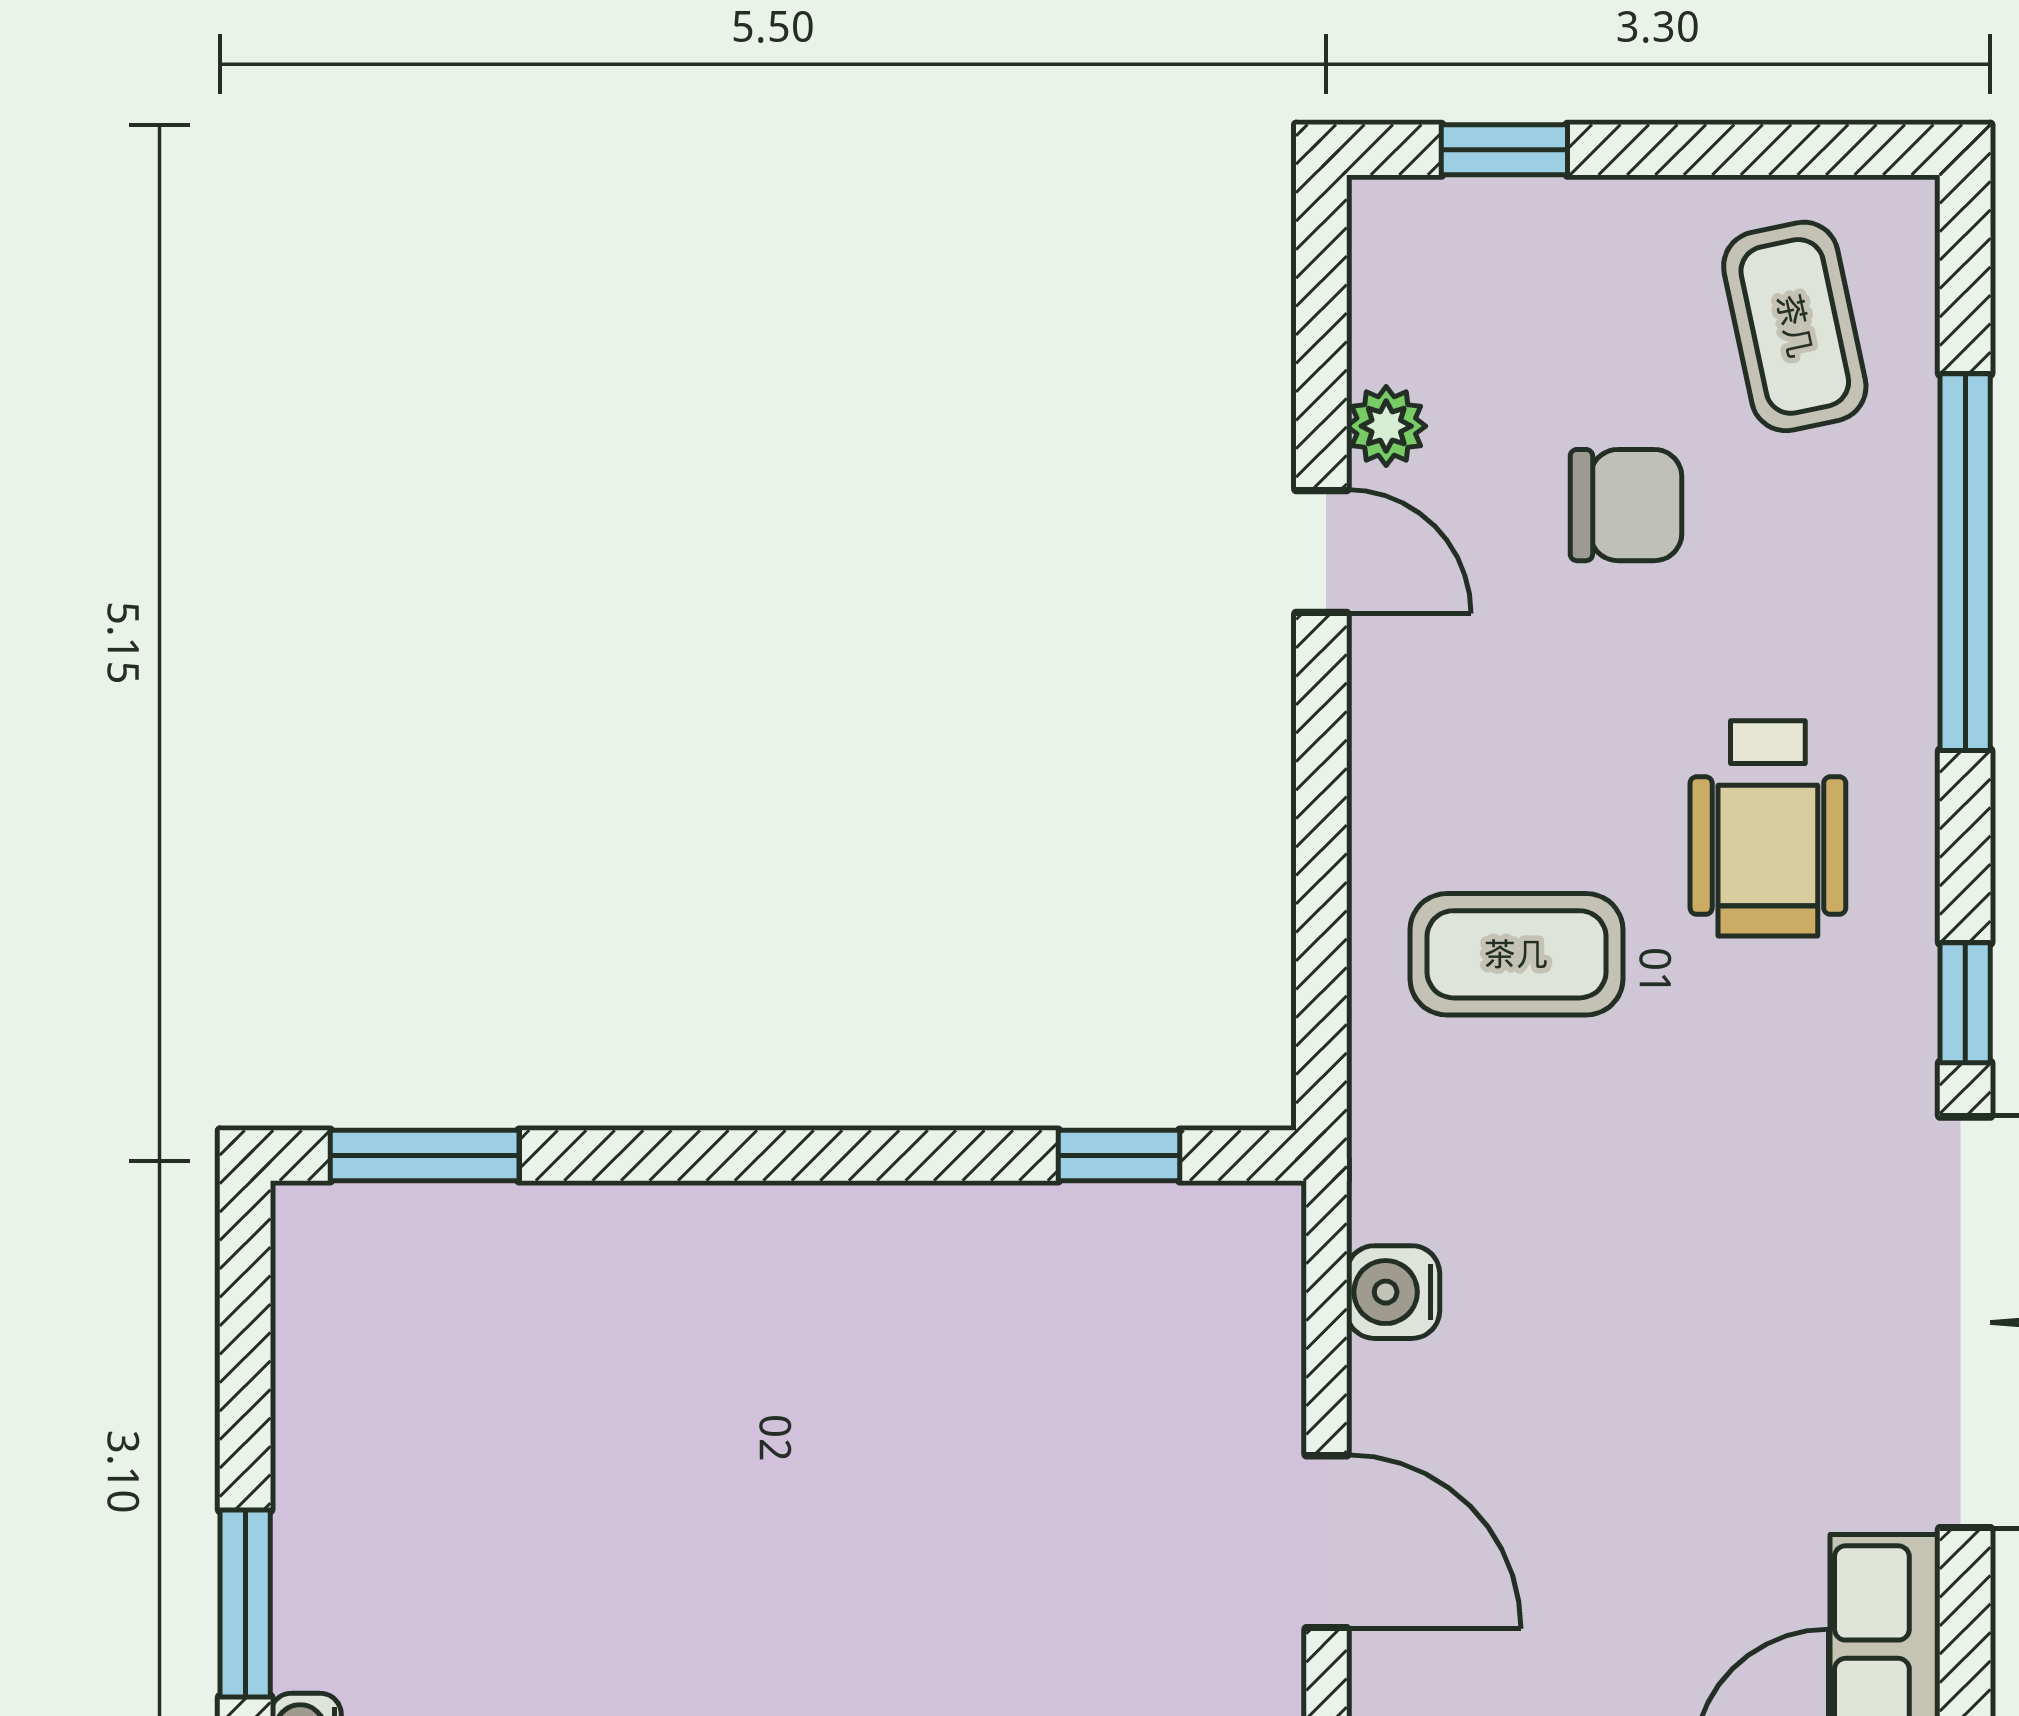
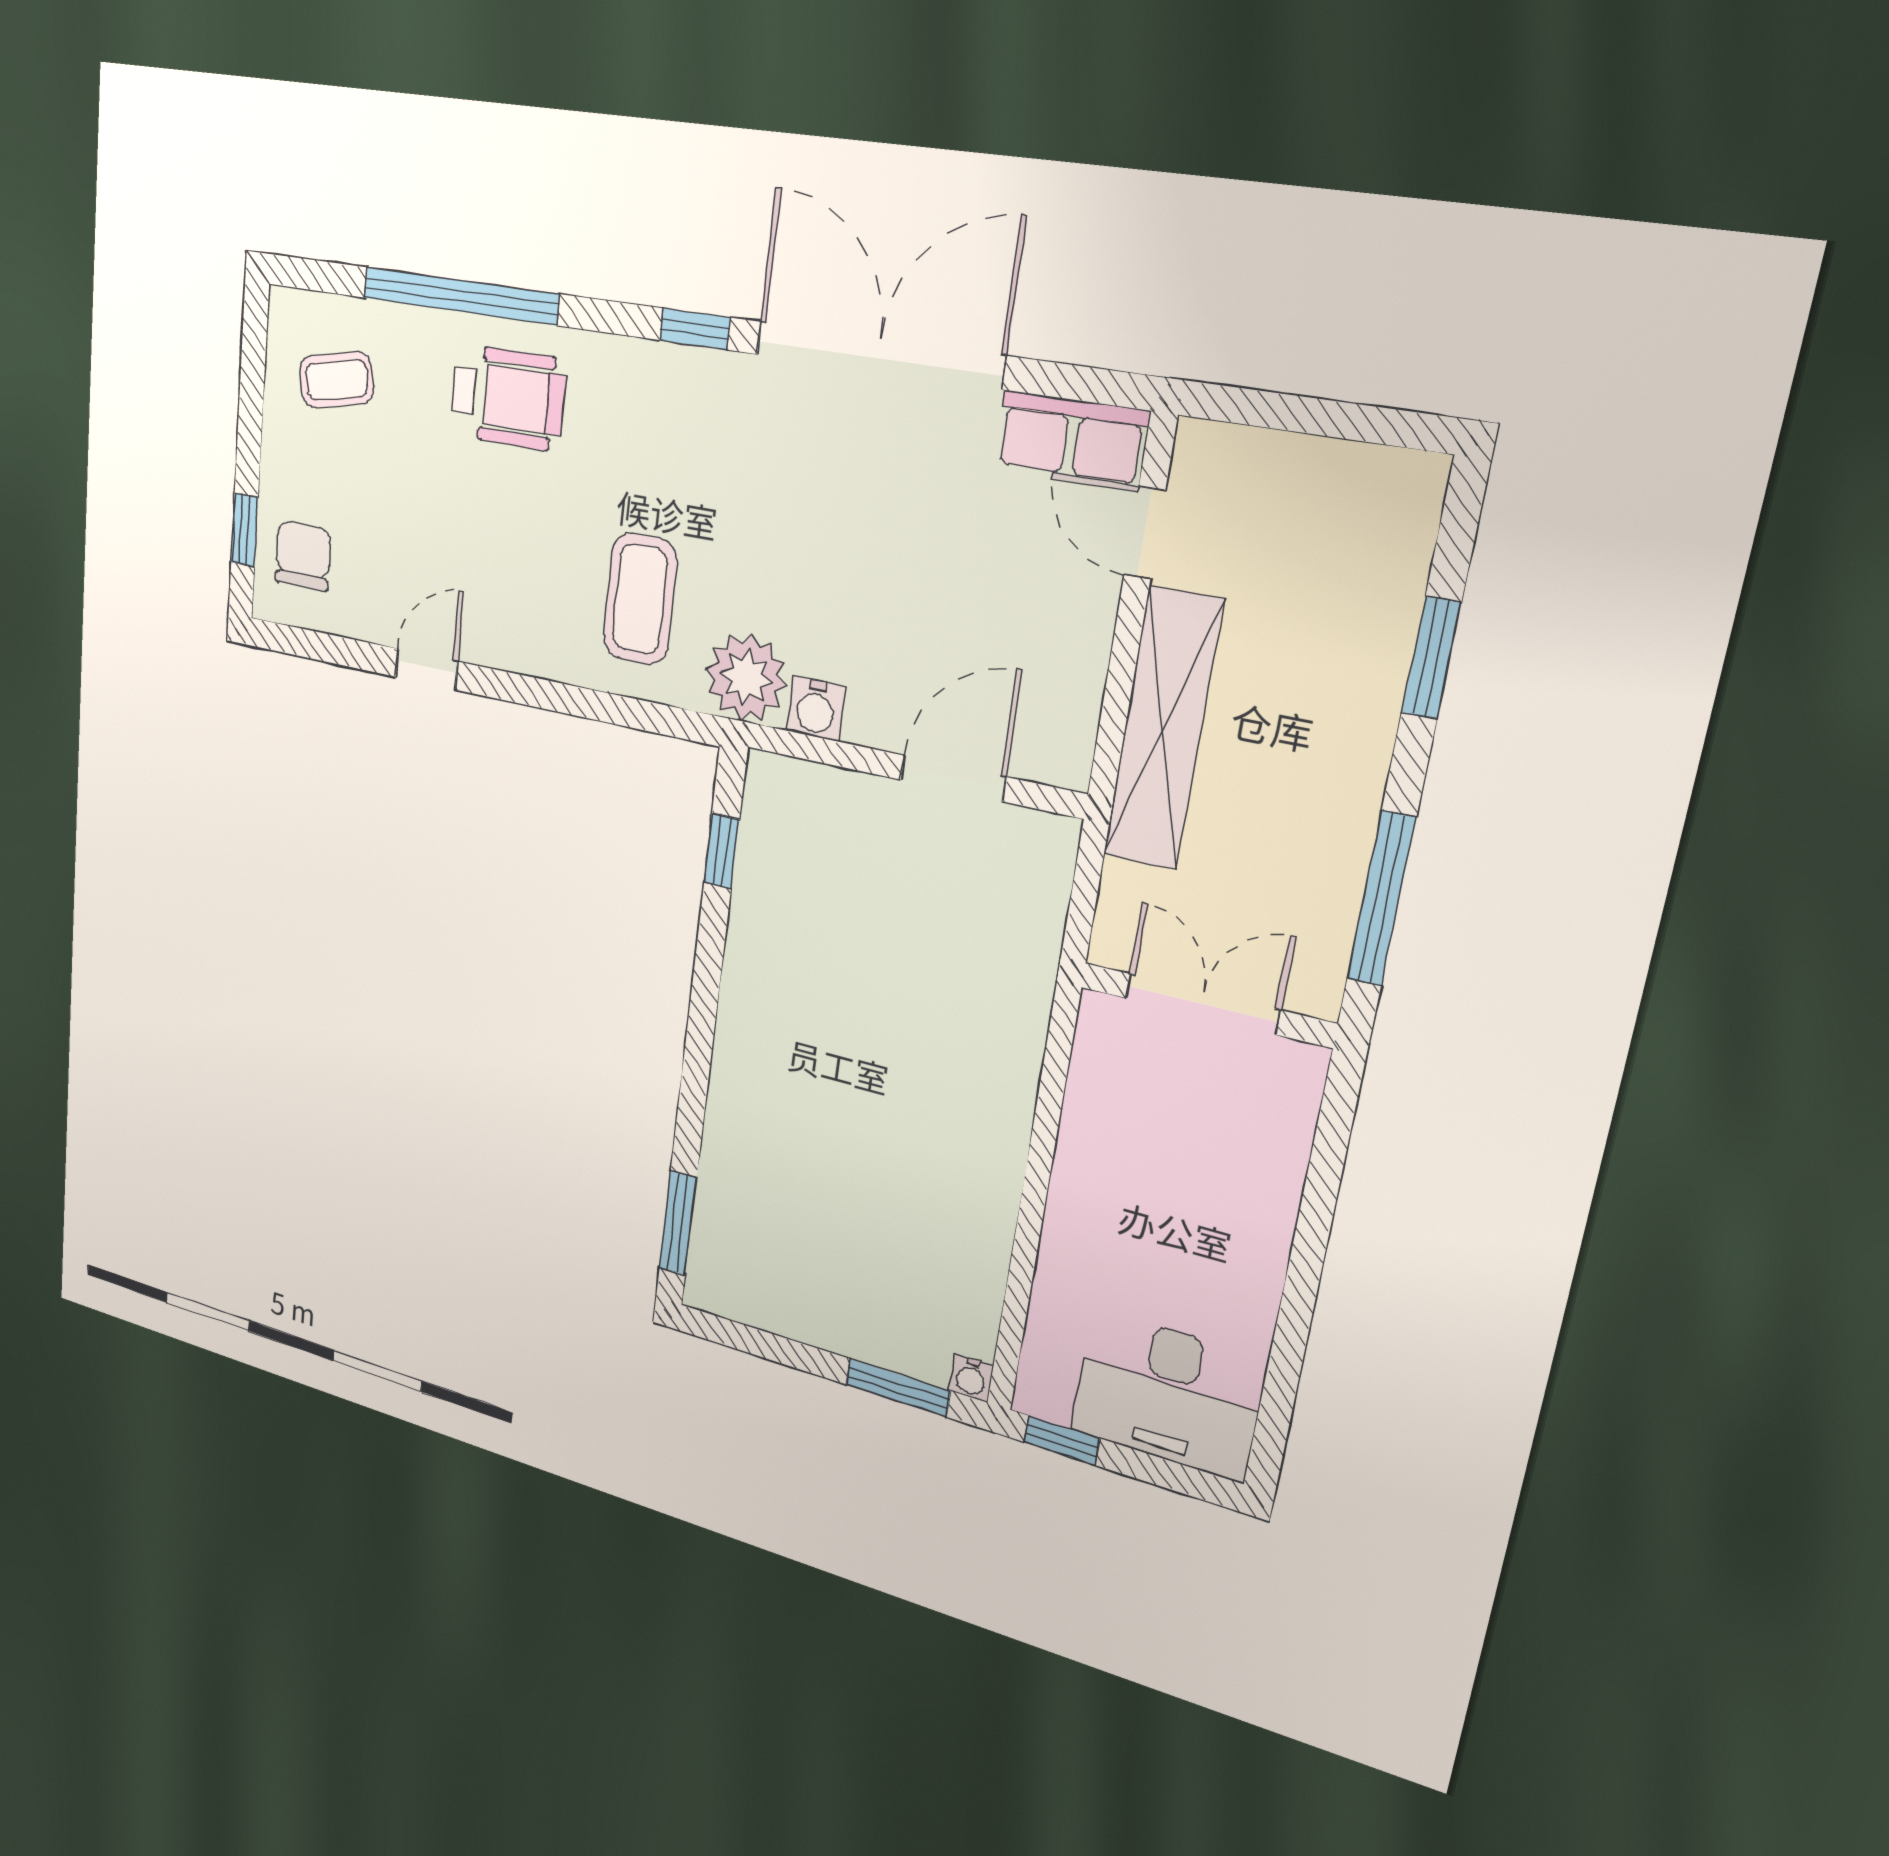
coffee table: (1795, 326) -> (336, 380), width x0.73, depth x0.77
plant: (1386, 426) -> (746, 678), moved, width x1.88, depth x1.88
chair: (1626, 505) -> (303, 556), moved
wheelchair: (1768, 828) -> (508, 397), moved

